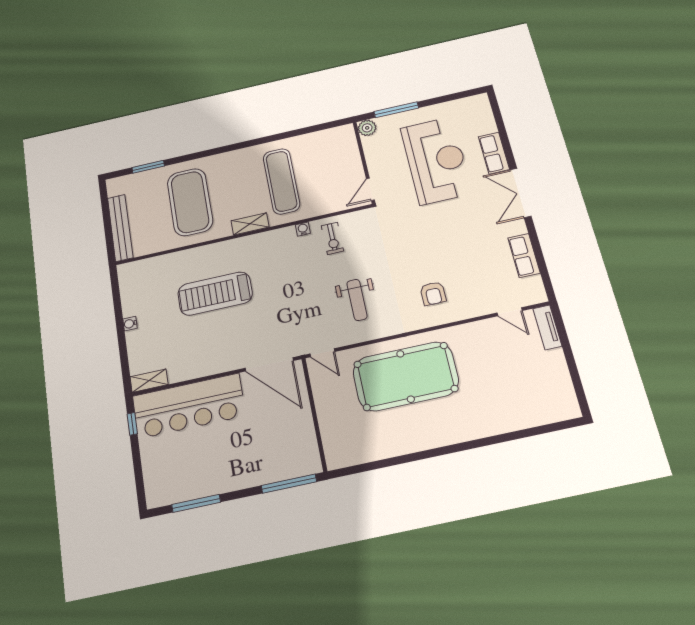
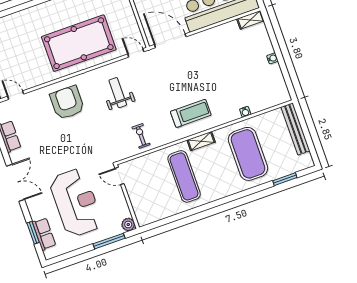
window: (501, 127) -> (33, 233), added
row of seats: (494, 153) -> (44, 234), moved
reception desk: (436, 160) -> (76, 203), turned 180
door: (370, 189) -> (120, 176), swing flipped
water cooler: (303, 229) -> (245, 112), moved
armchair: (433, 293) -> (67, 103), width x1.88, depth x1.88
treadmill: (215, 294) -> (191, 113), moved, width x0.73, depth x0.73

